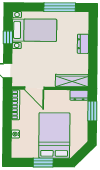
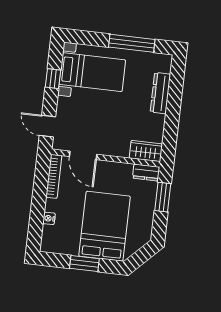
dresser: (83, 44) -> (160, 93), width x1.44
wardrobe: (72, 80) -> (146, 151), width x0.67

